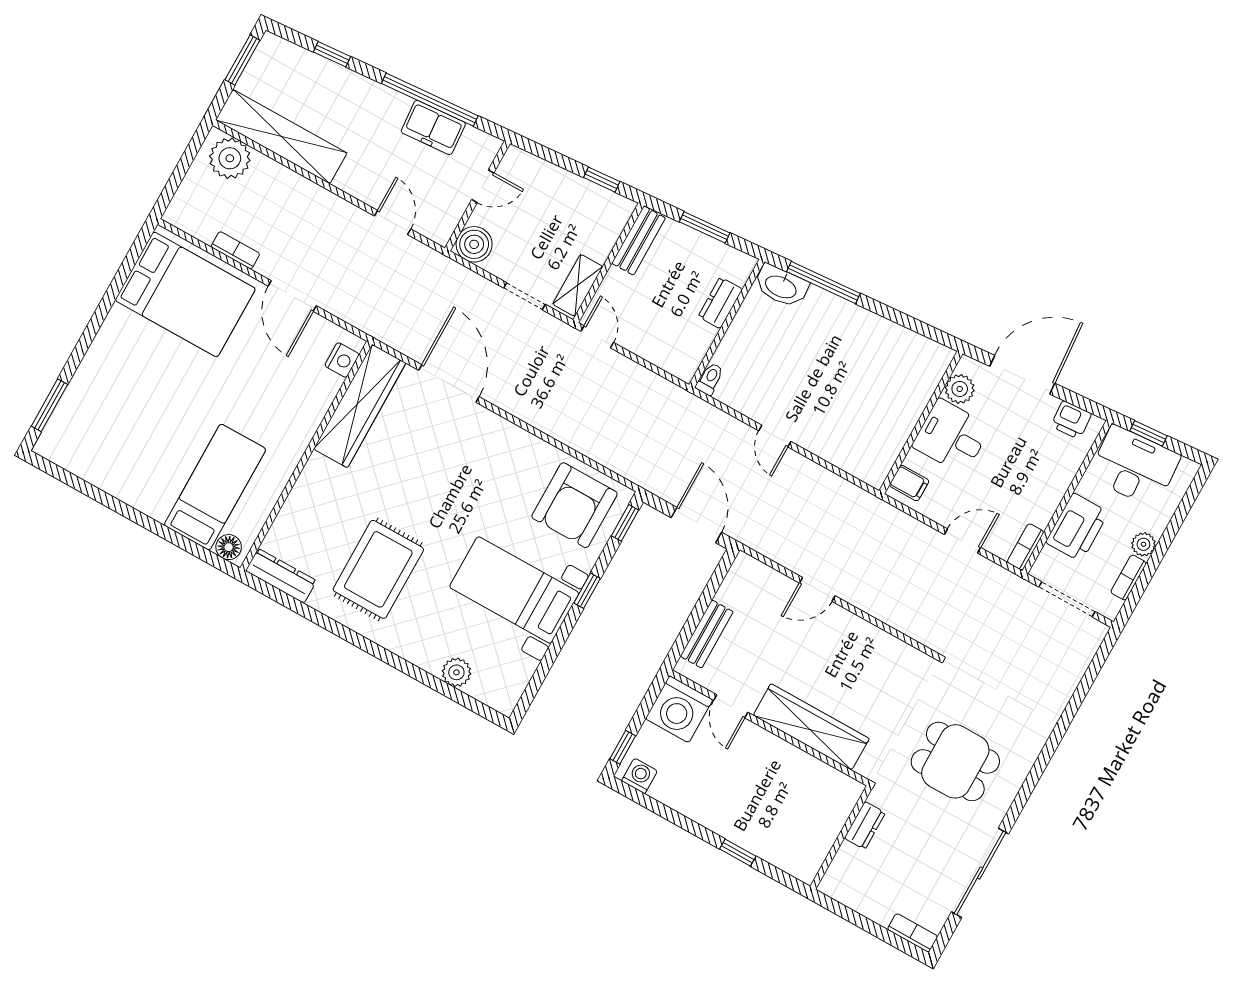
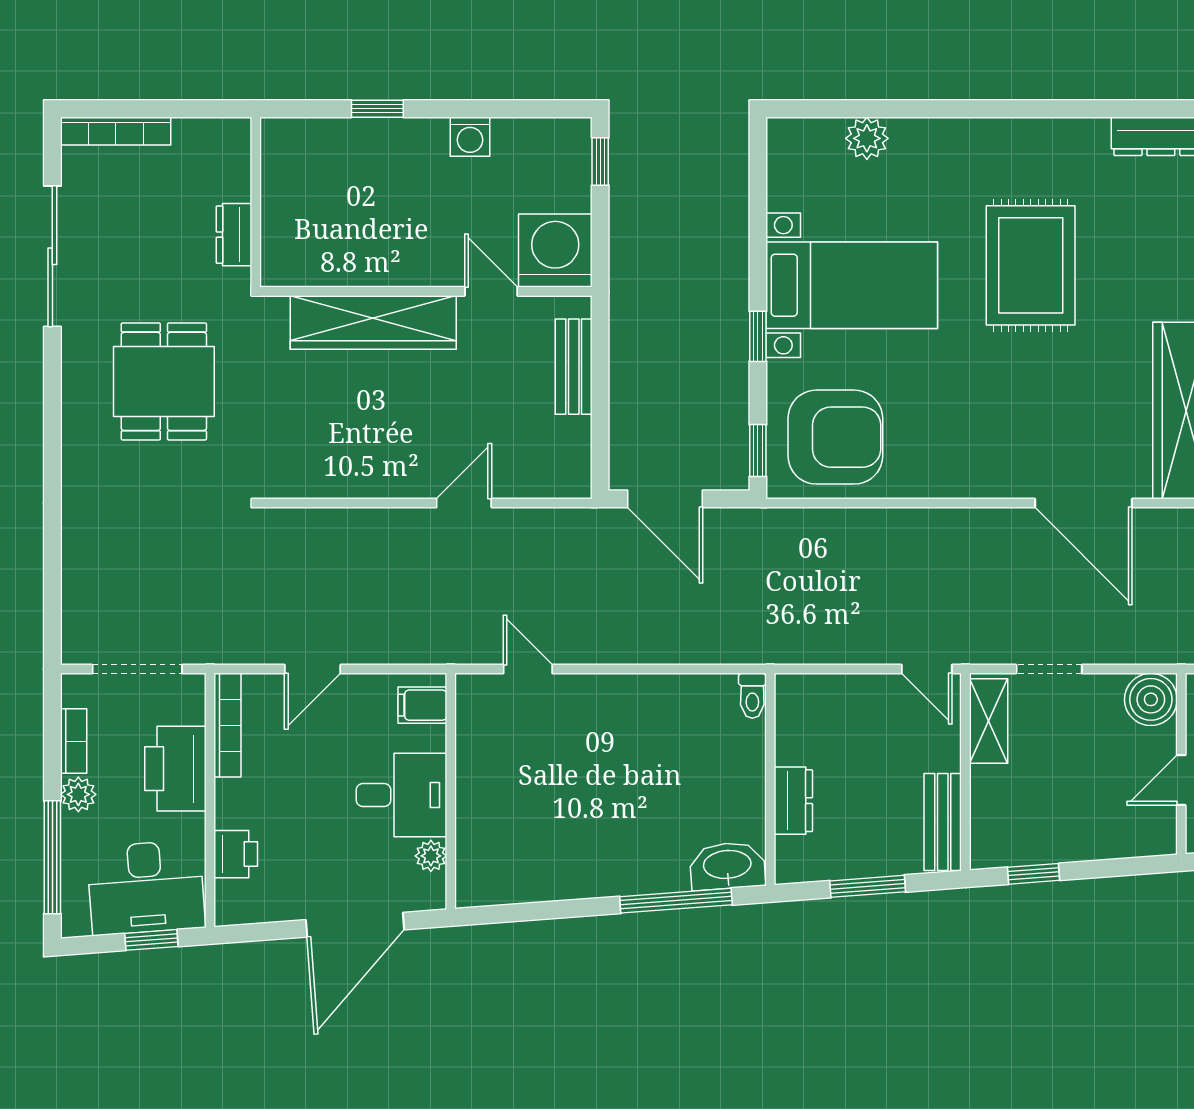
plant: (960, 389) -> (431, 856), width x0.73, depth x0.73
printer: (1071, 420) -> (236, 854), moved, turned 94
door: (775, 436) -> (528, 669), moved
armchair: (574, 505) -> (835, 437), turned 90
window: (1180, 515) -> (52, 857), added
bookcase: (1025, 547) -> (228, 725), width x1.56
rug: (378, 569) -> (1031, 265), moved
dining table: (955, 761) -> (164, 381), turned 90
washing machine: (640, 776) -> (470, 137), moved
bookcase: (913, 933) -> (116, 131), width x1.56

